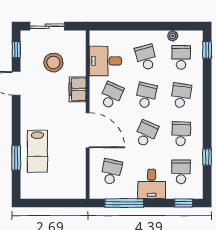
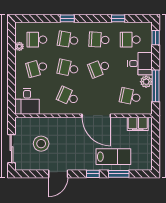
window: (16, 50) -> (93, 174), moved
window: (207, 50) -> (67, 18), moved
desk: (105, 61) -> (27, 101), moved
filing cabinet: (78, 89) -> (138, 124), moved
door: (88, 130) -> (96, 116), swing flipped
school desk: (146, 134) -> (99, 68), turned -45
plant: (129, 191) -> (146, 82), added

